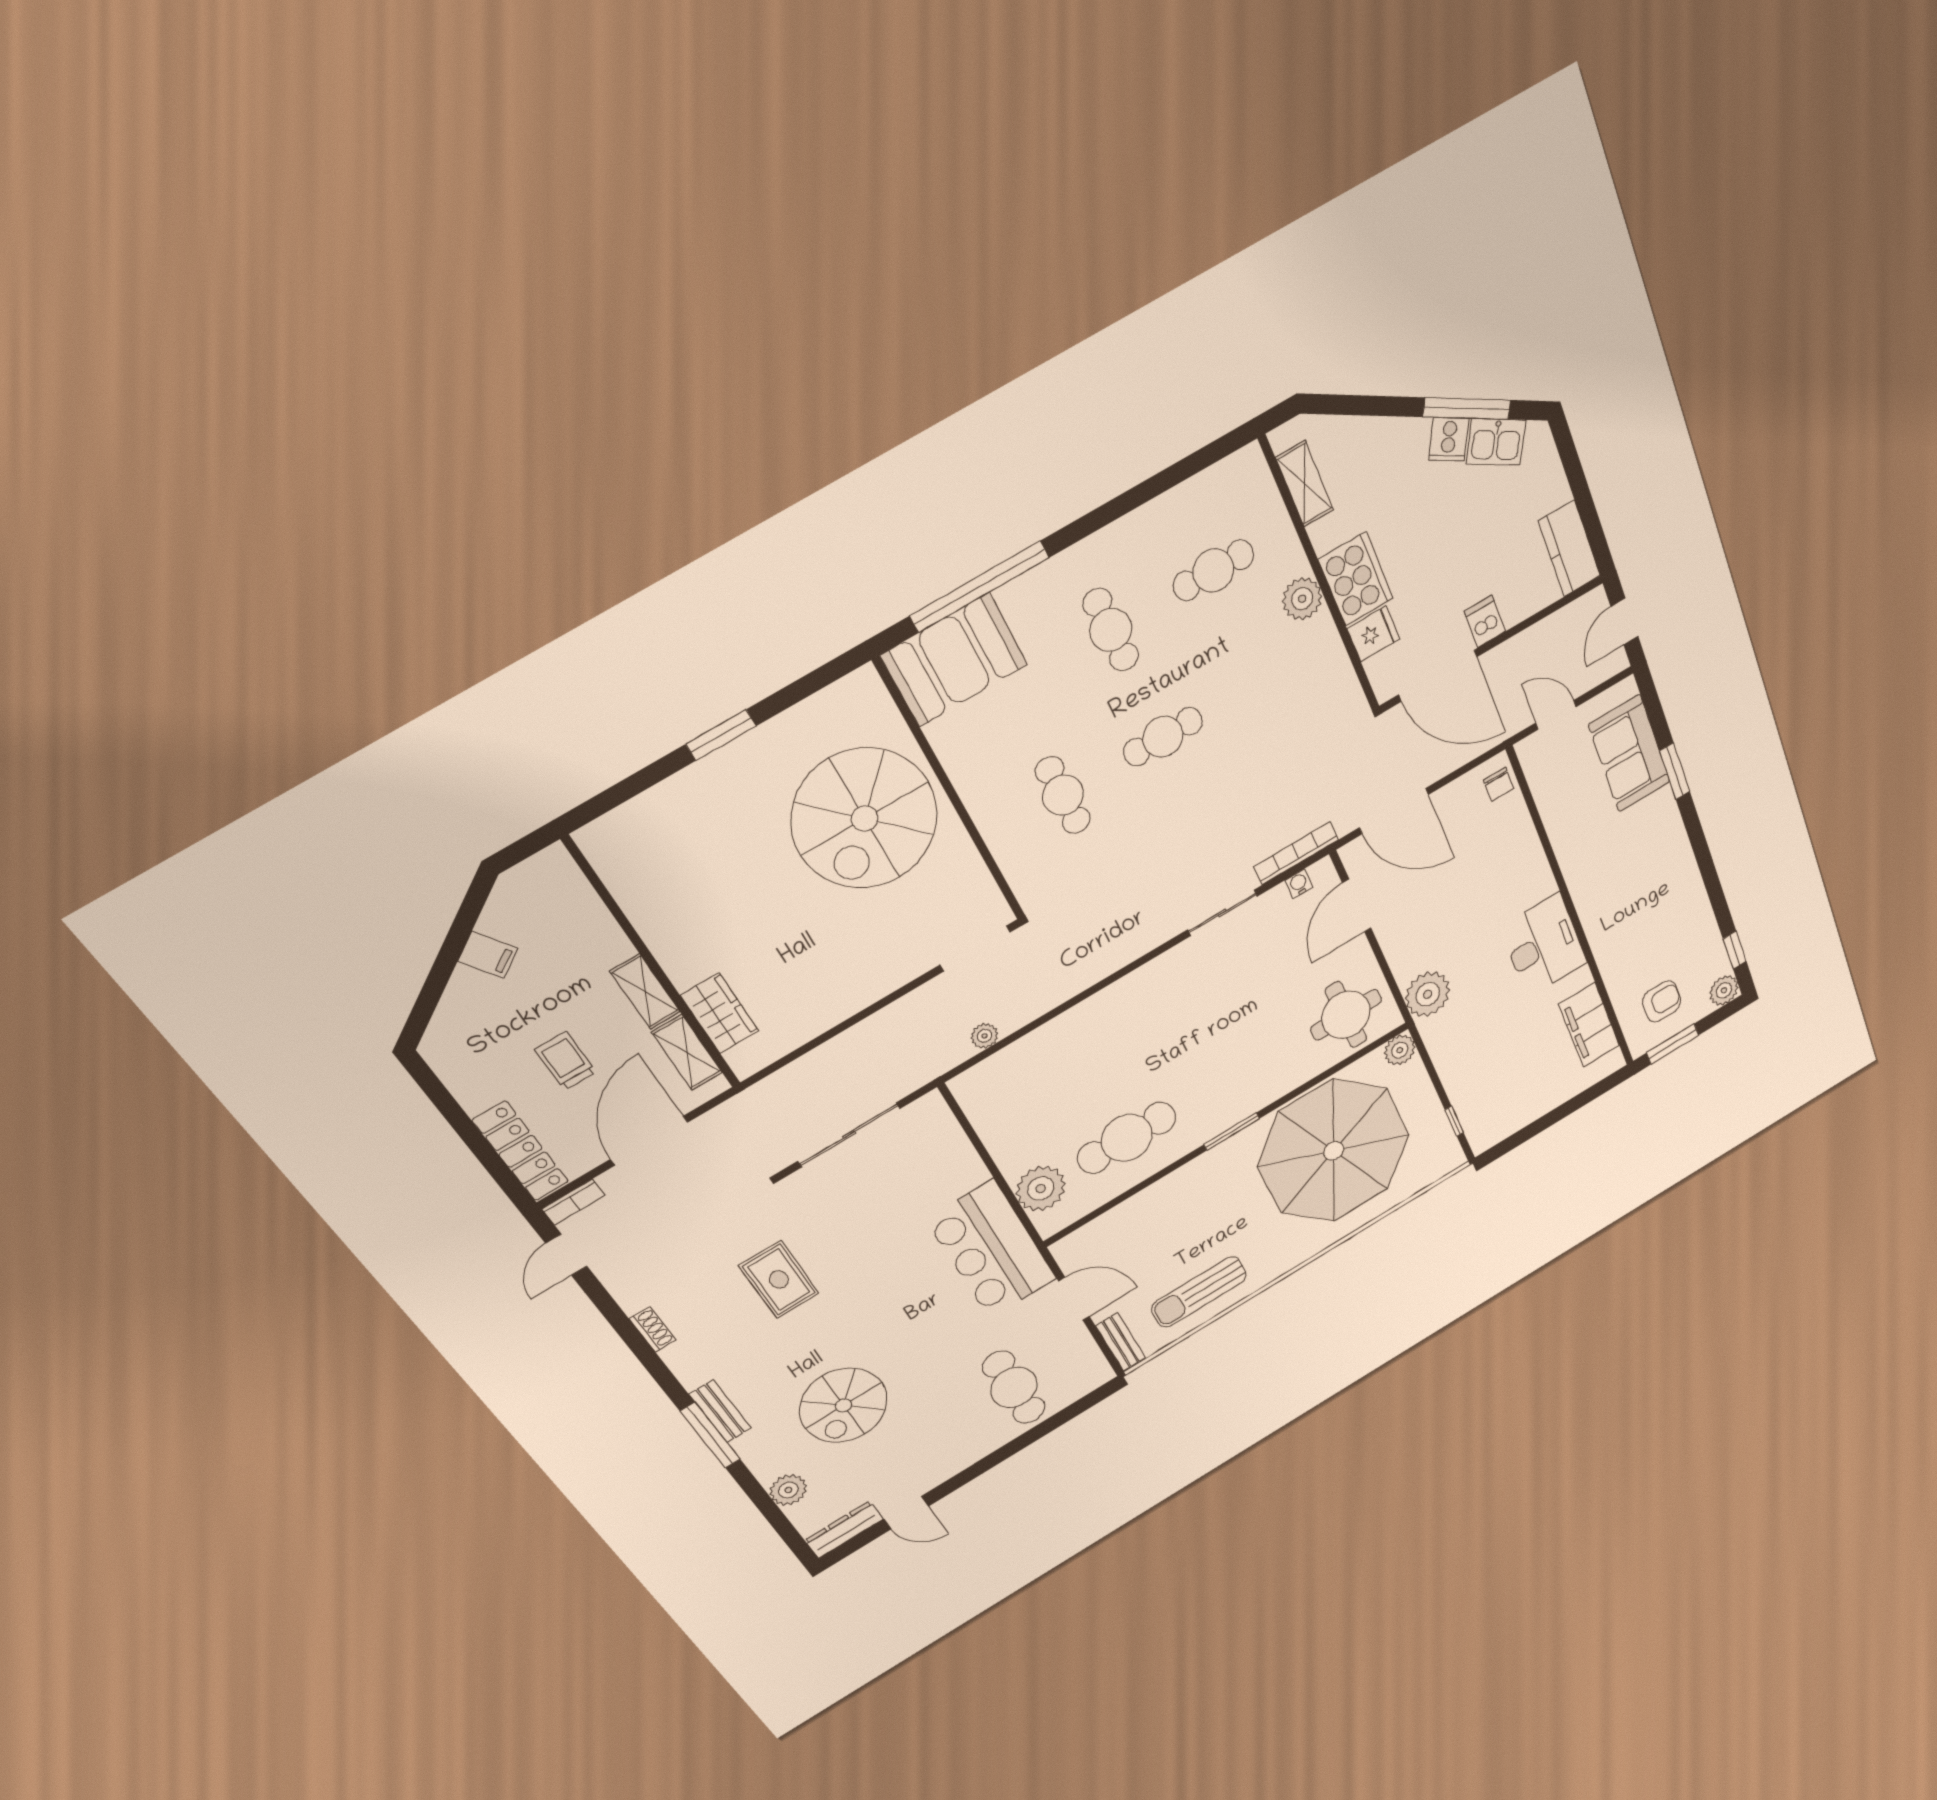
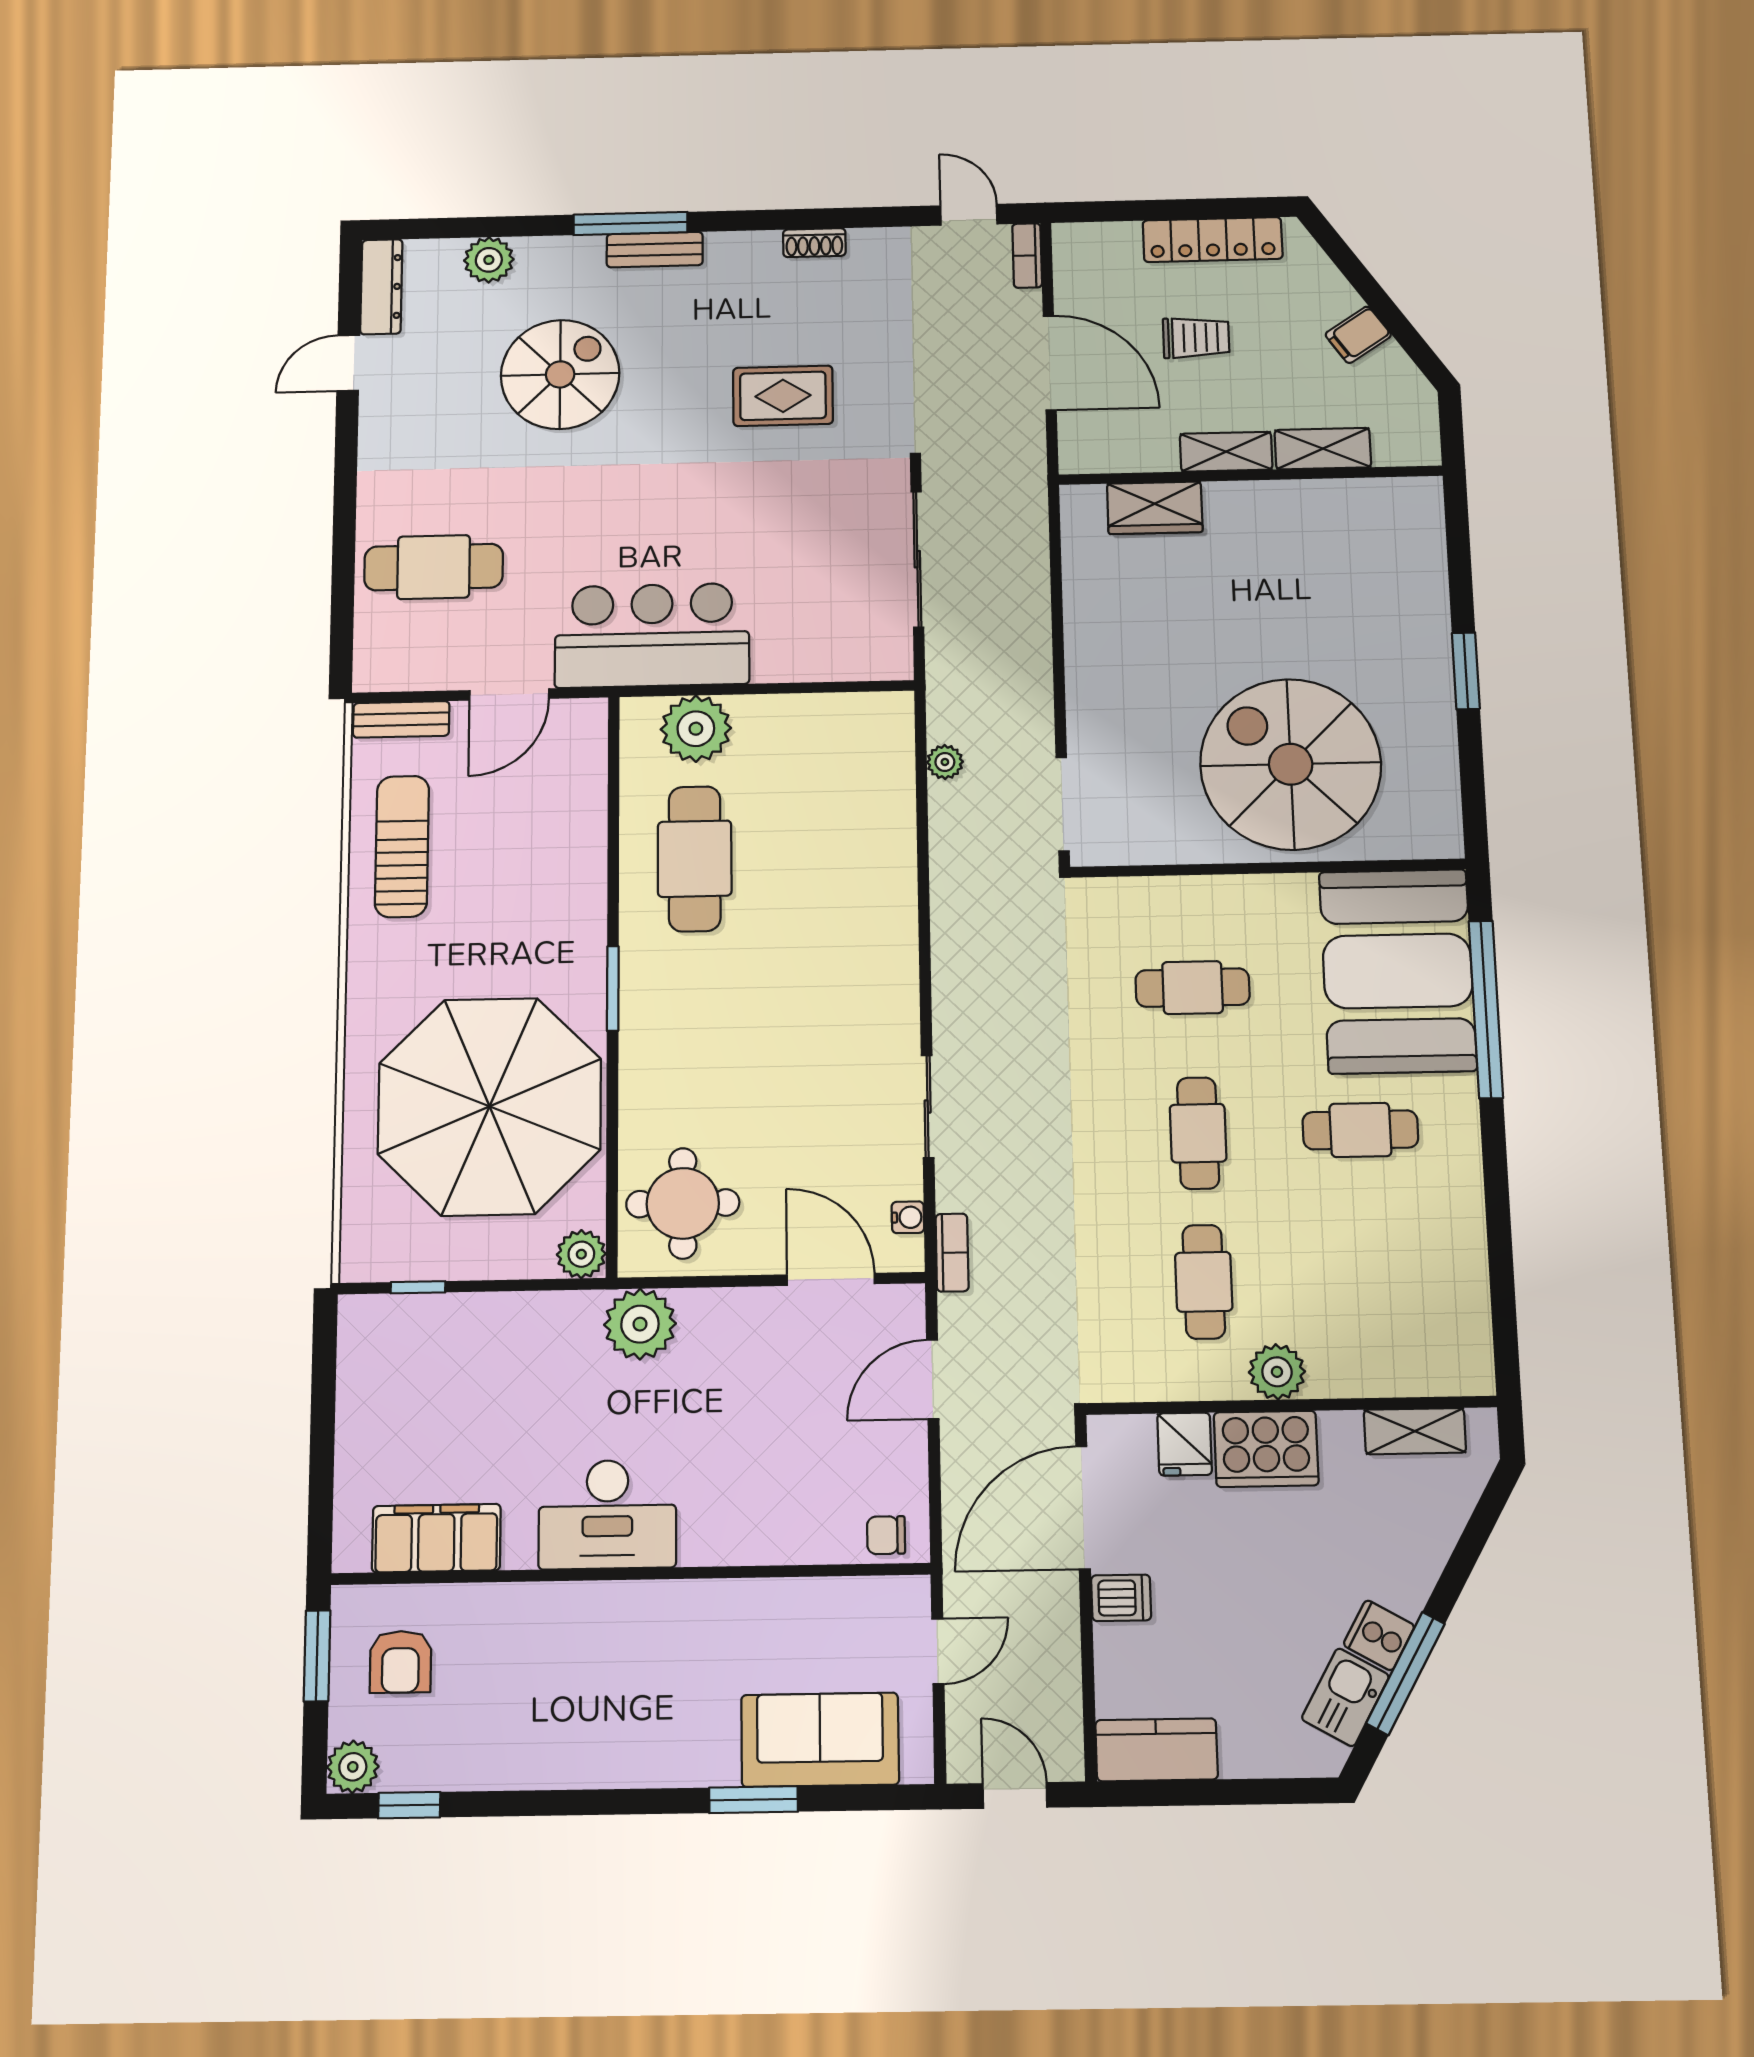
cafe table: (1213, 570) -> (1204, 1282), moved
booth: (954, 660) -> (1398, 971), width x1.36, depth x1.42
door: (1394, 811) -> (933, 1379), width x0.73
bookcase: (1296, 853) -> (952, 1253), width x0.64
shelving: (687, 1052) -> (1323, 449), moved
locker: (521, 1151) -> (1213, 240), moved
spiral stairs: (843, 1405) -> (560, 374), turned 90

